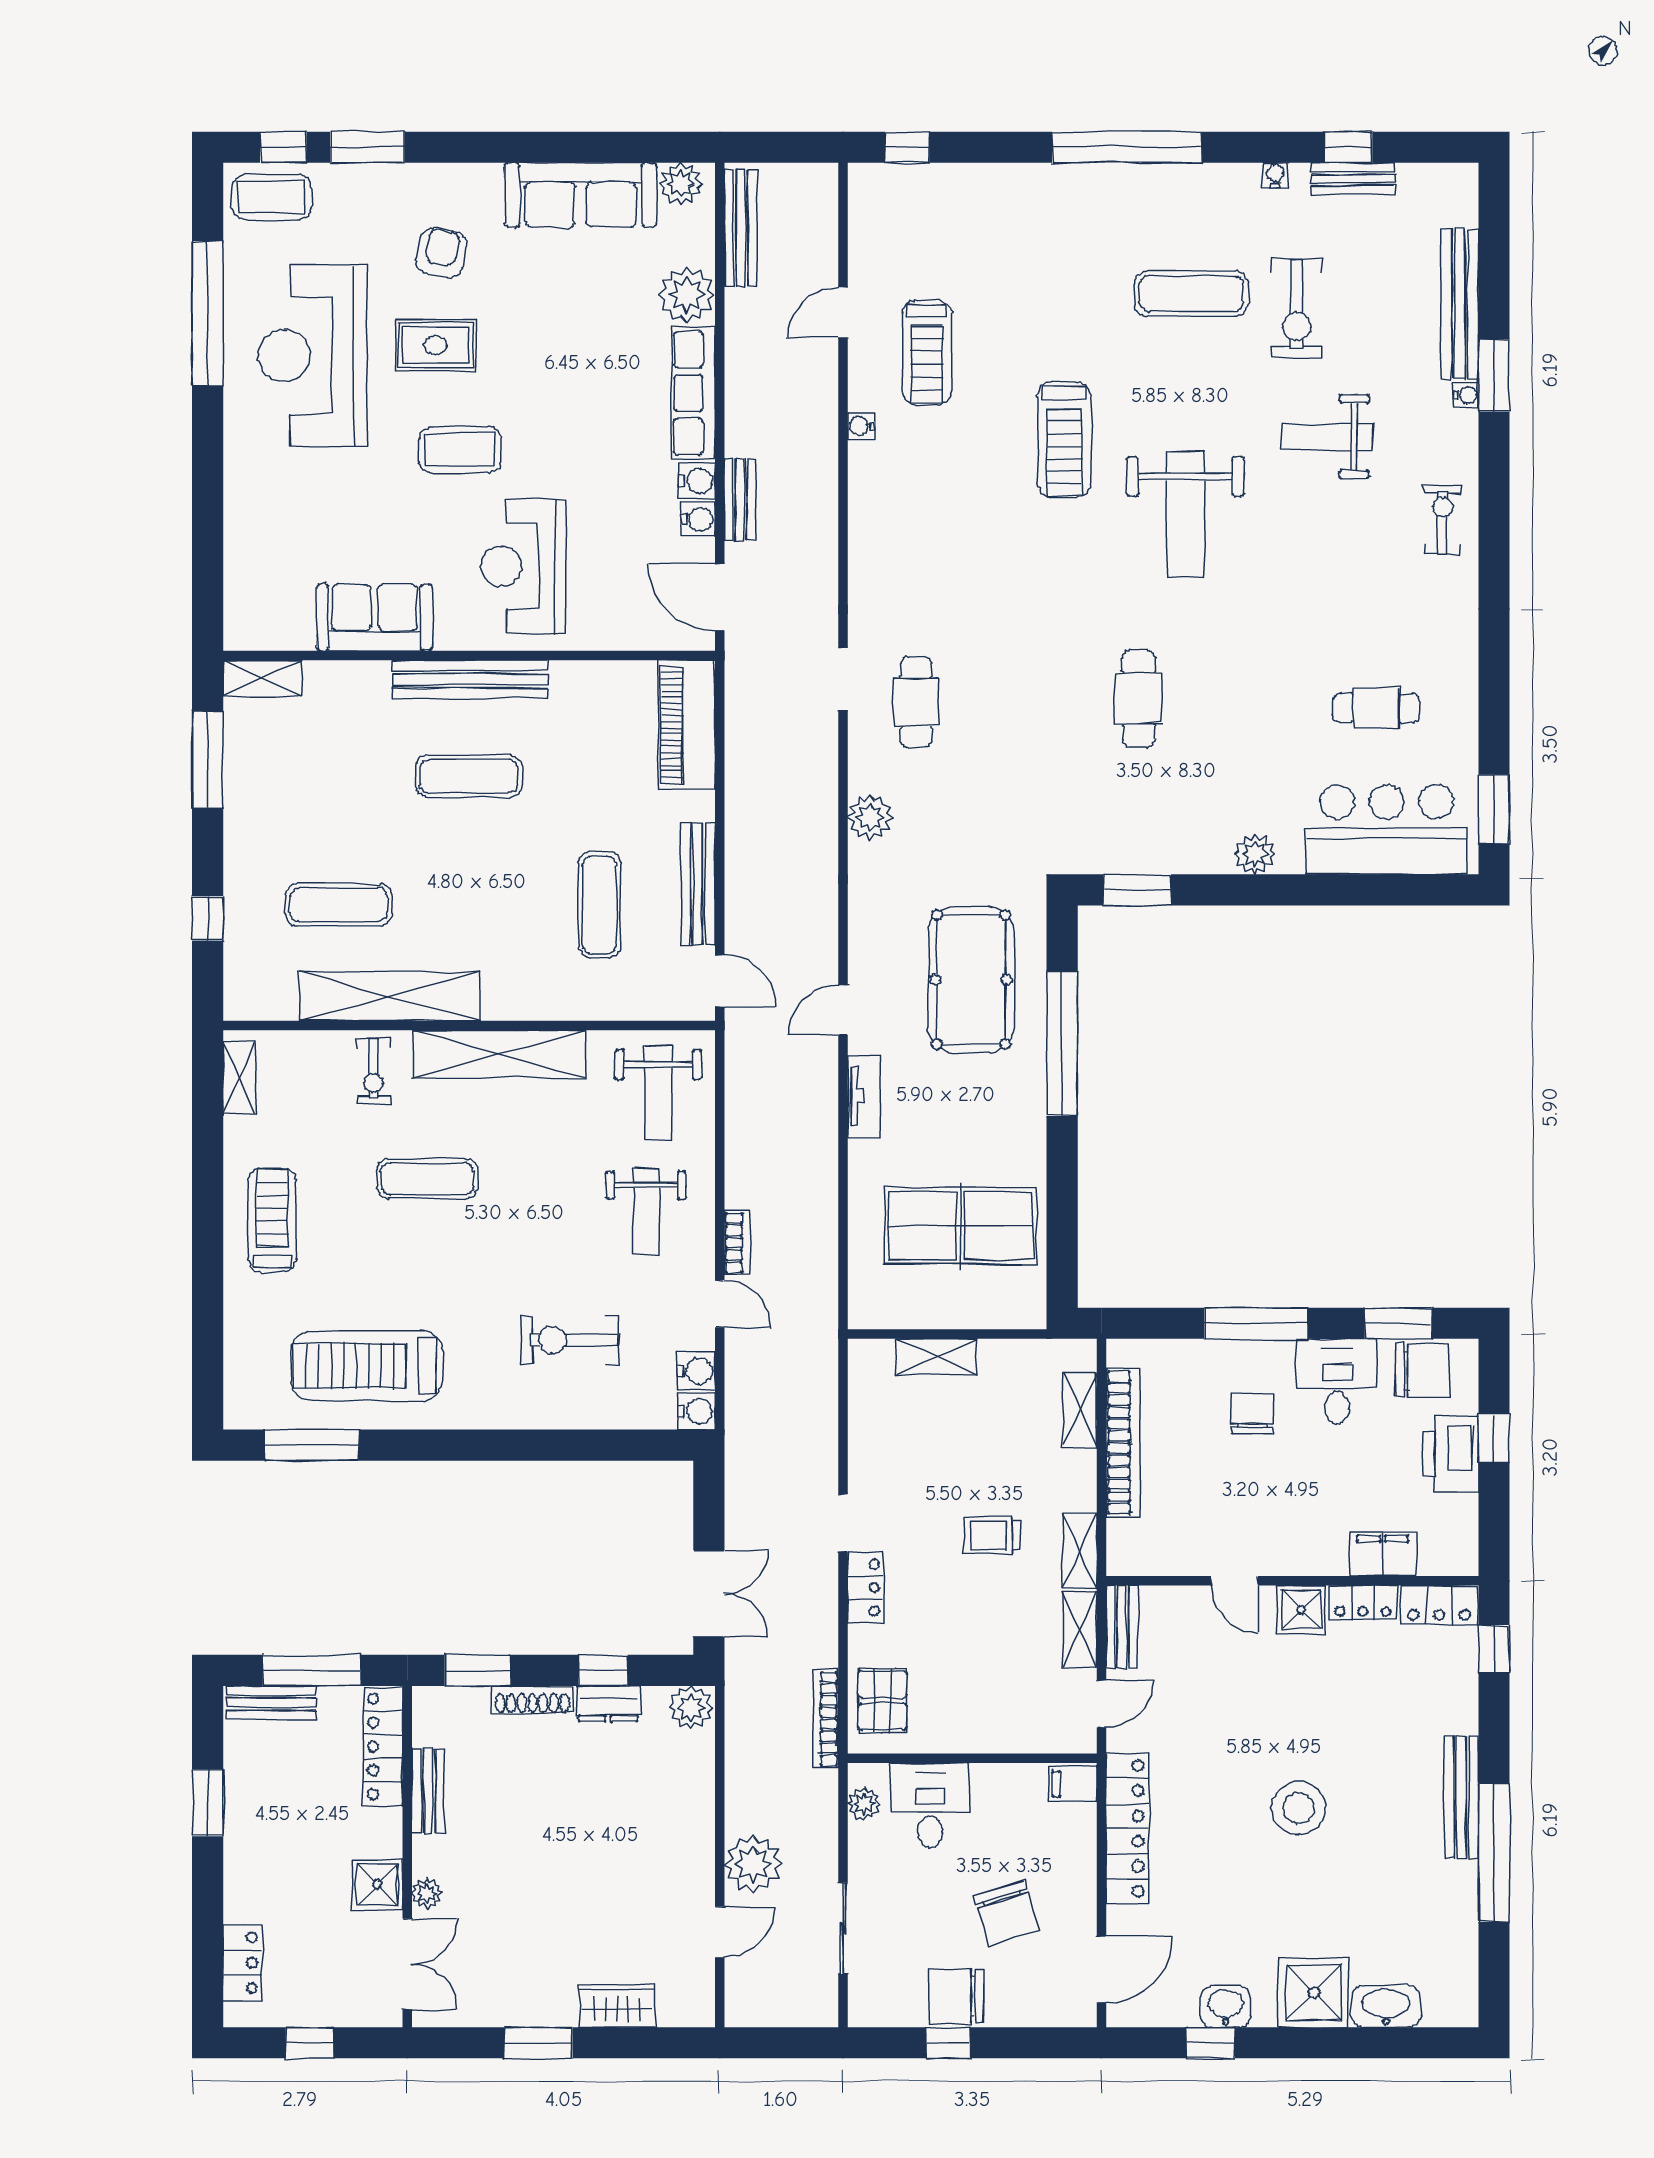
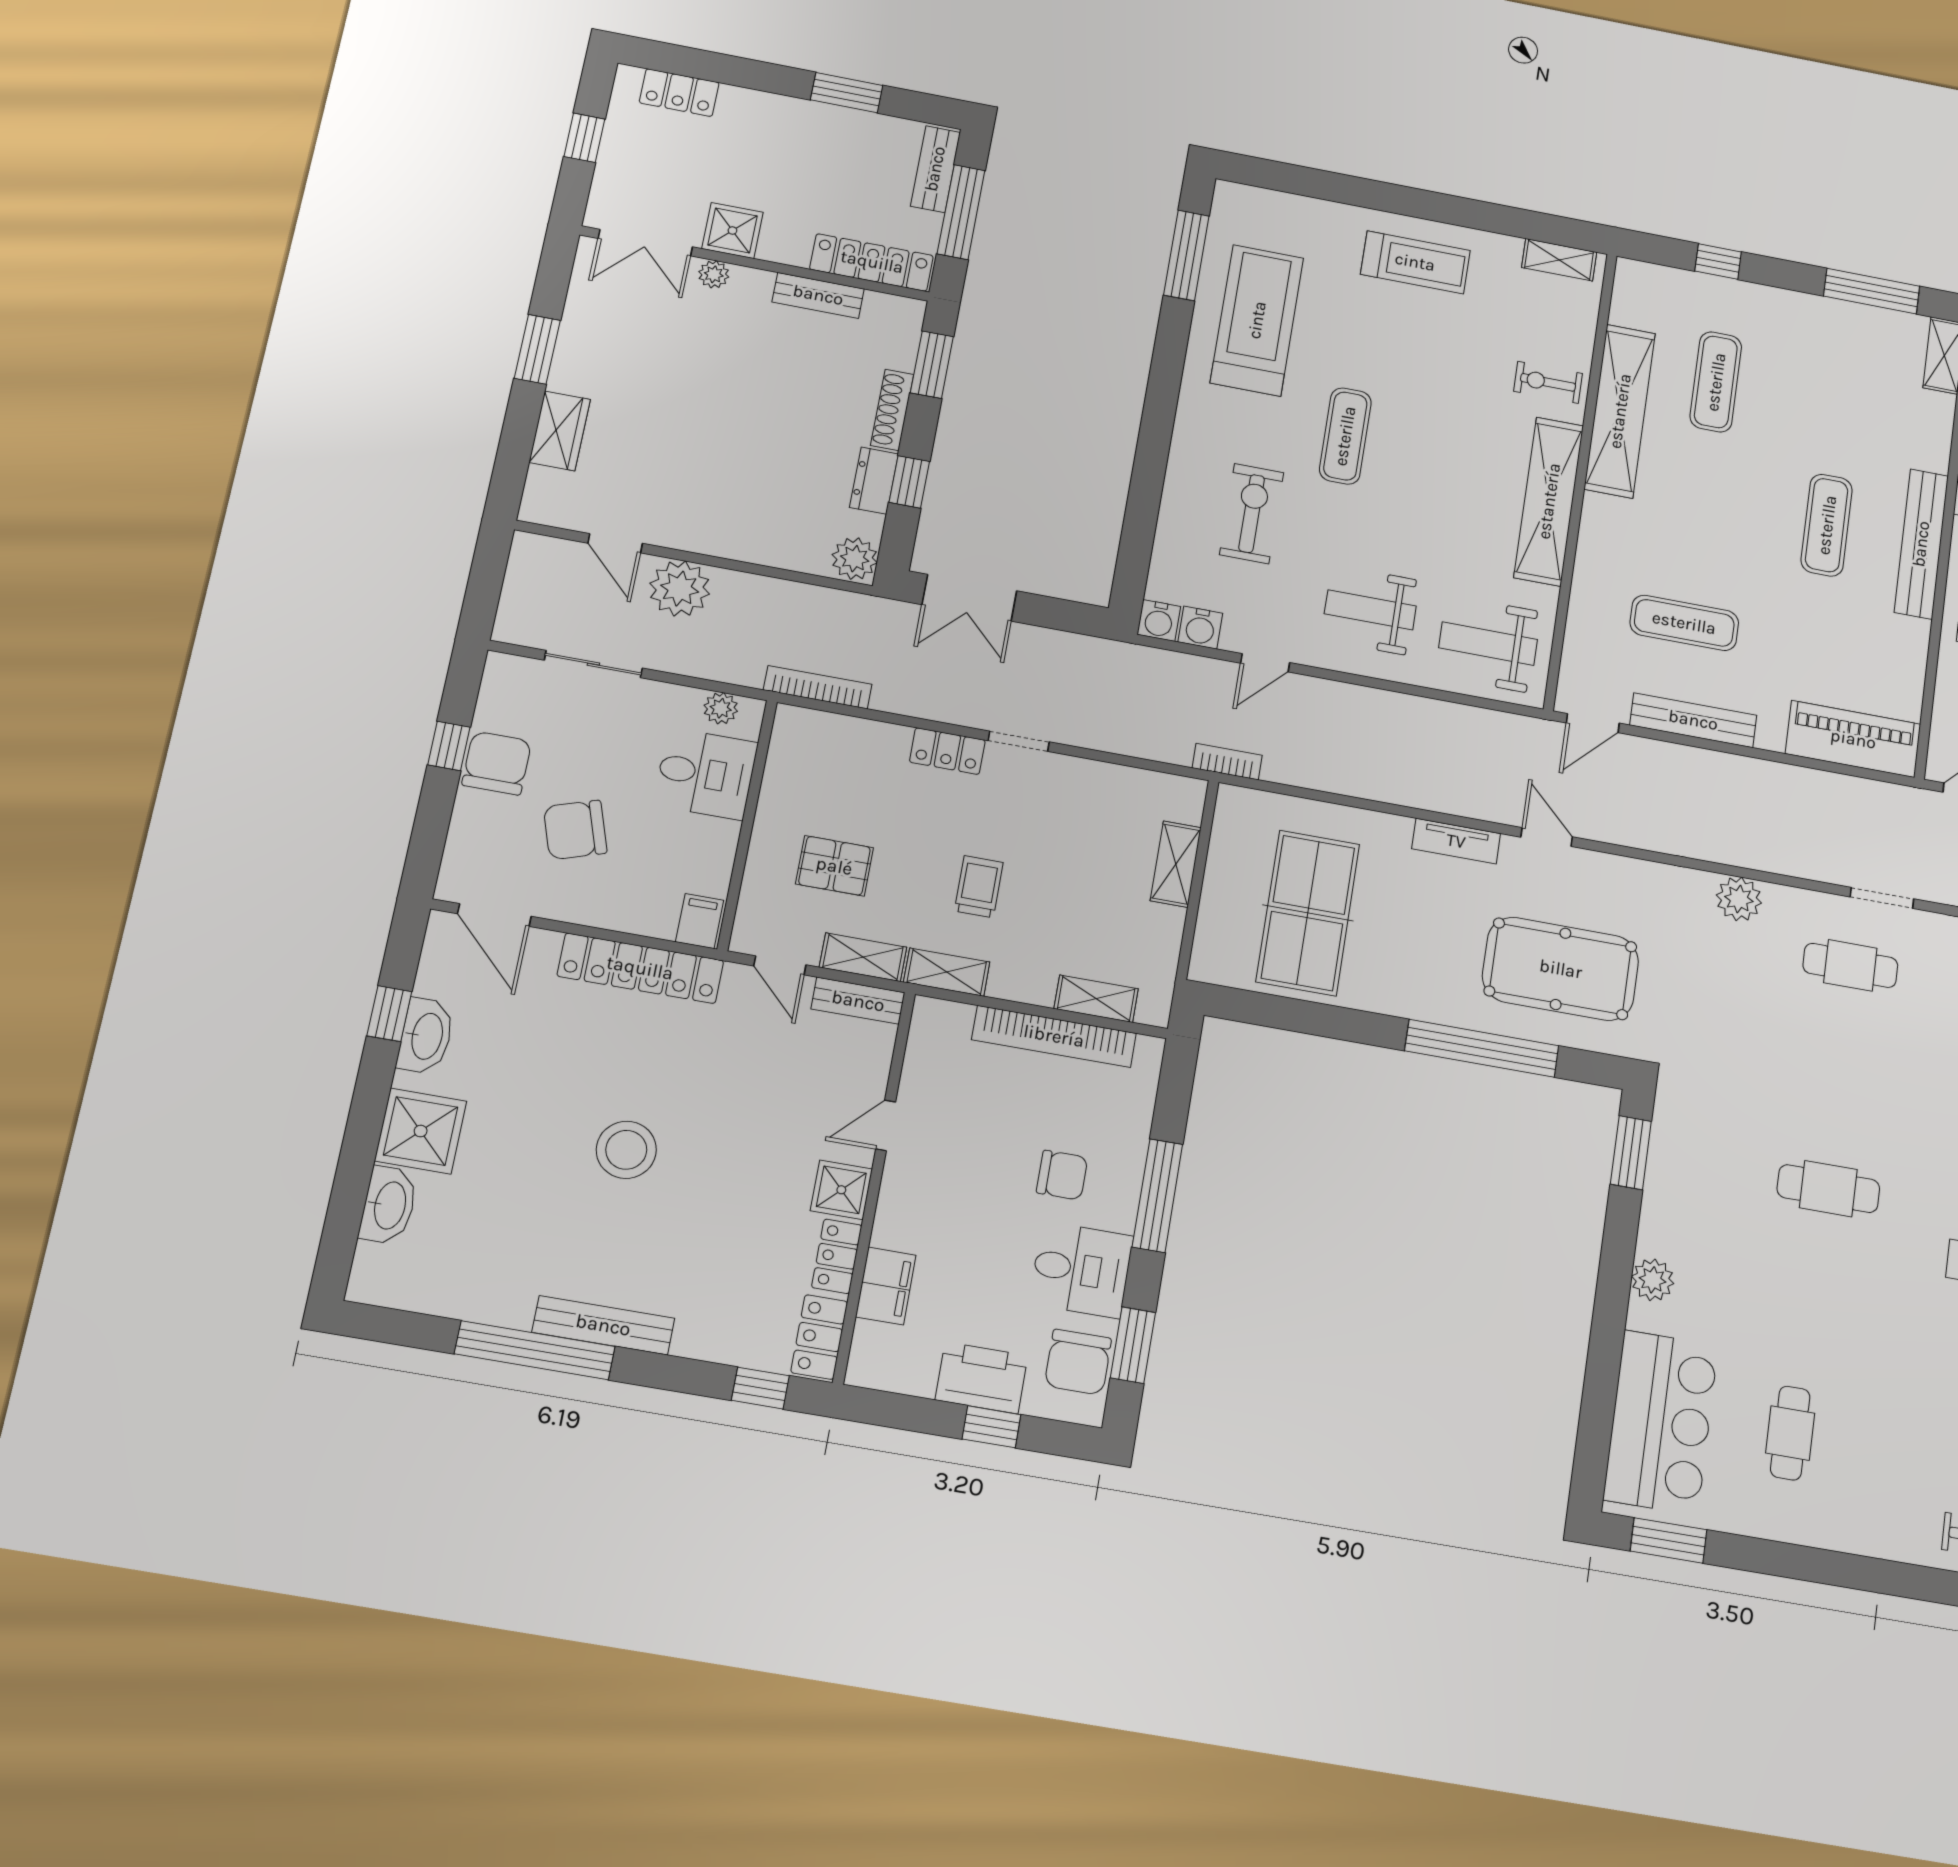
exercise mat: (427, 1179) -> (1345, 436), moved
bookcase: (737, 1243) -> (1227, 762), moved, turned 180
pallet: (882, 1701) -> (834, 866), moved
washbasin: (1226, 2006) -> (426, 1036), width x1.38

